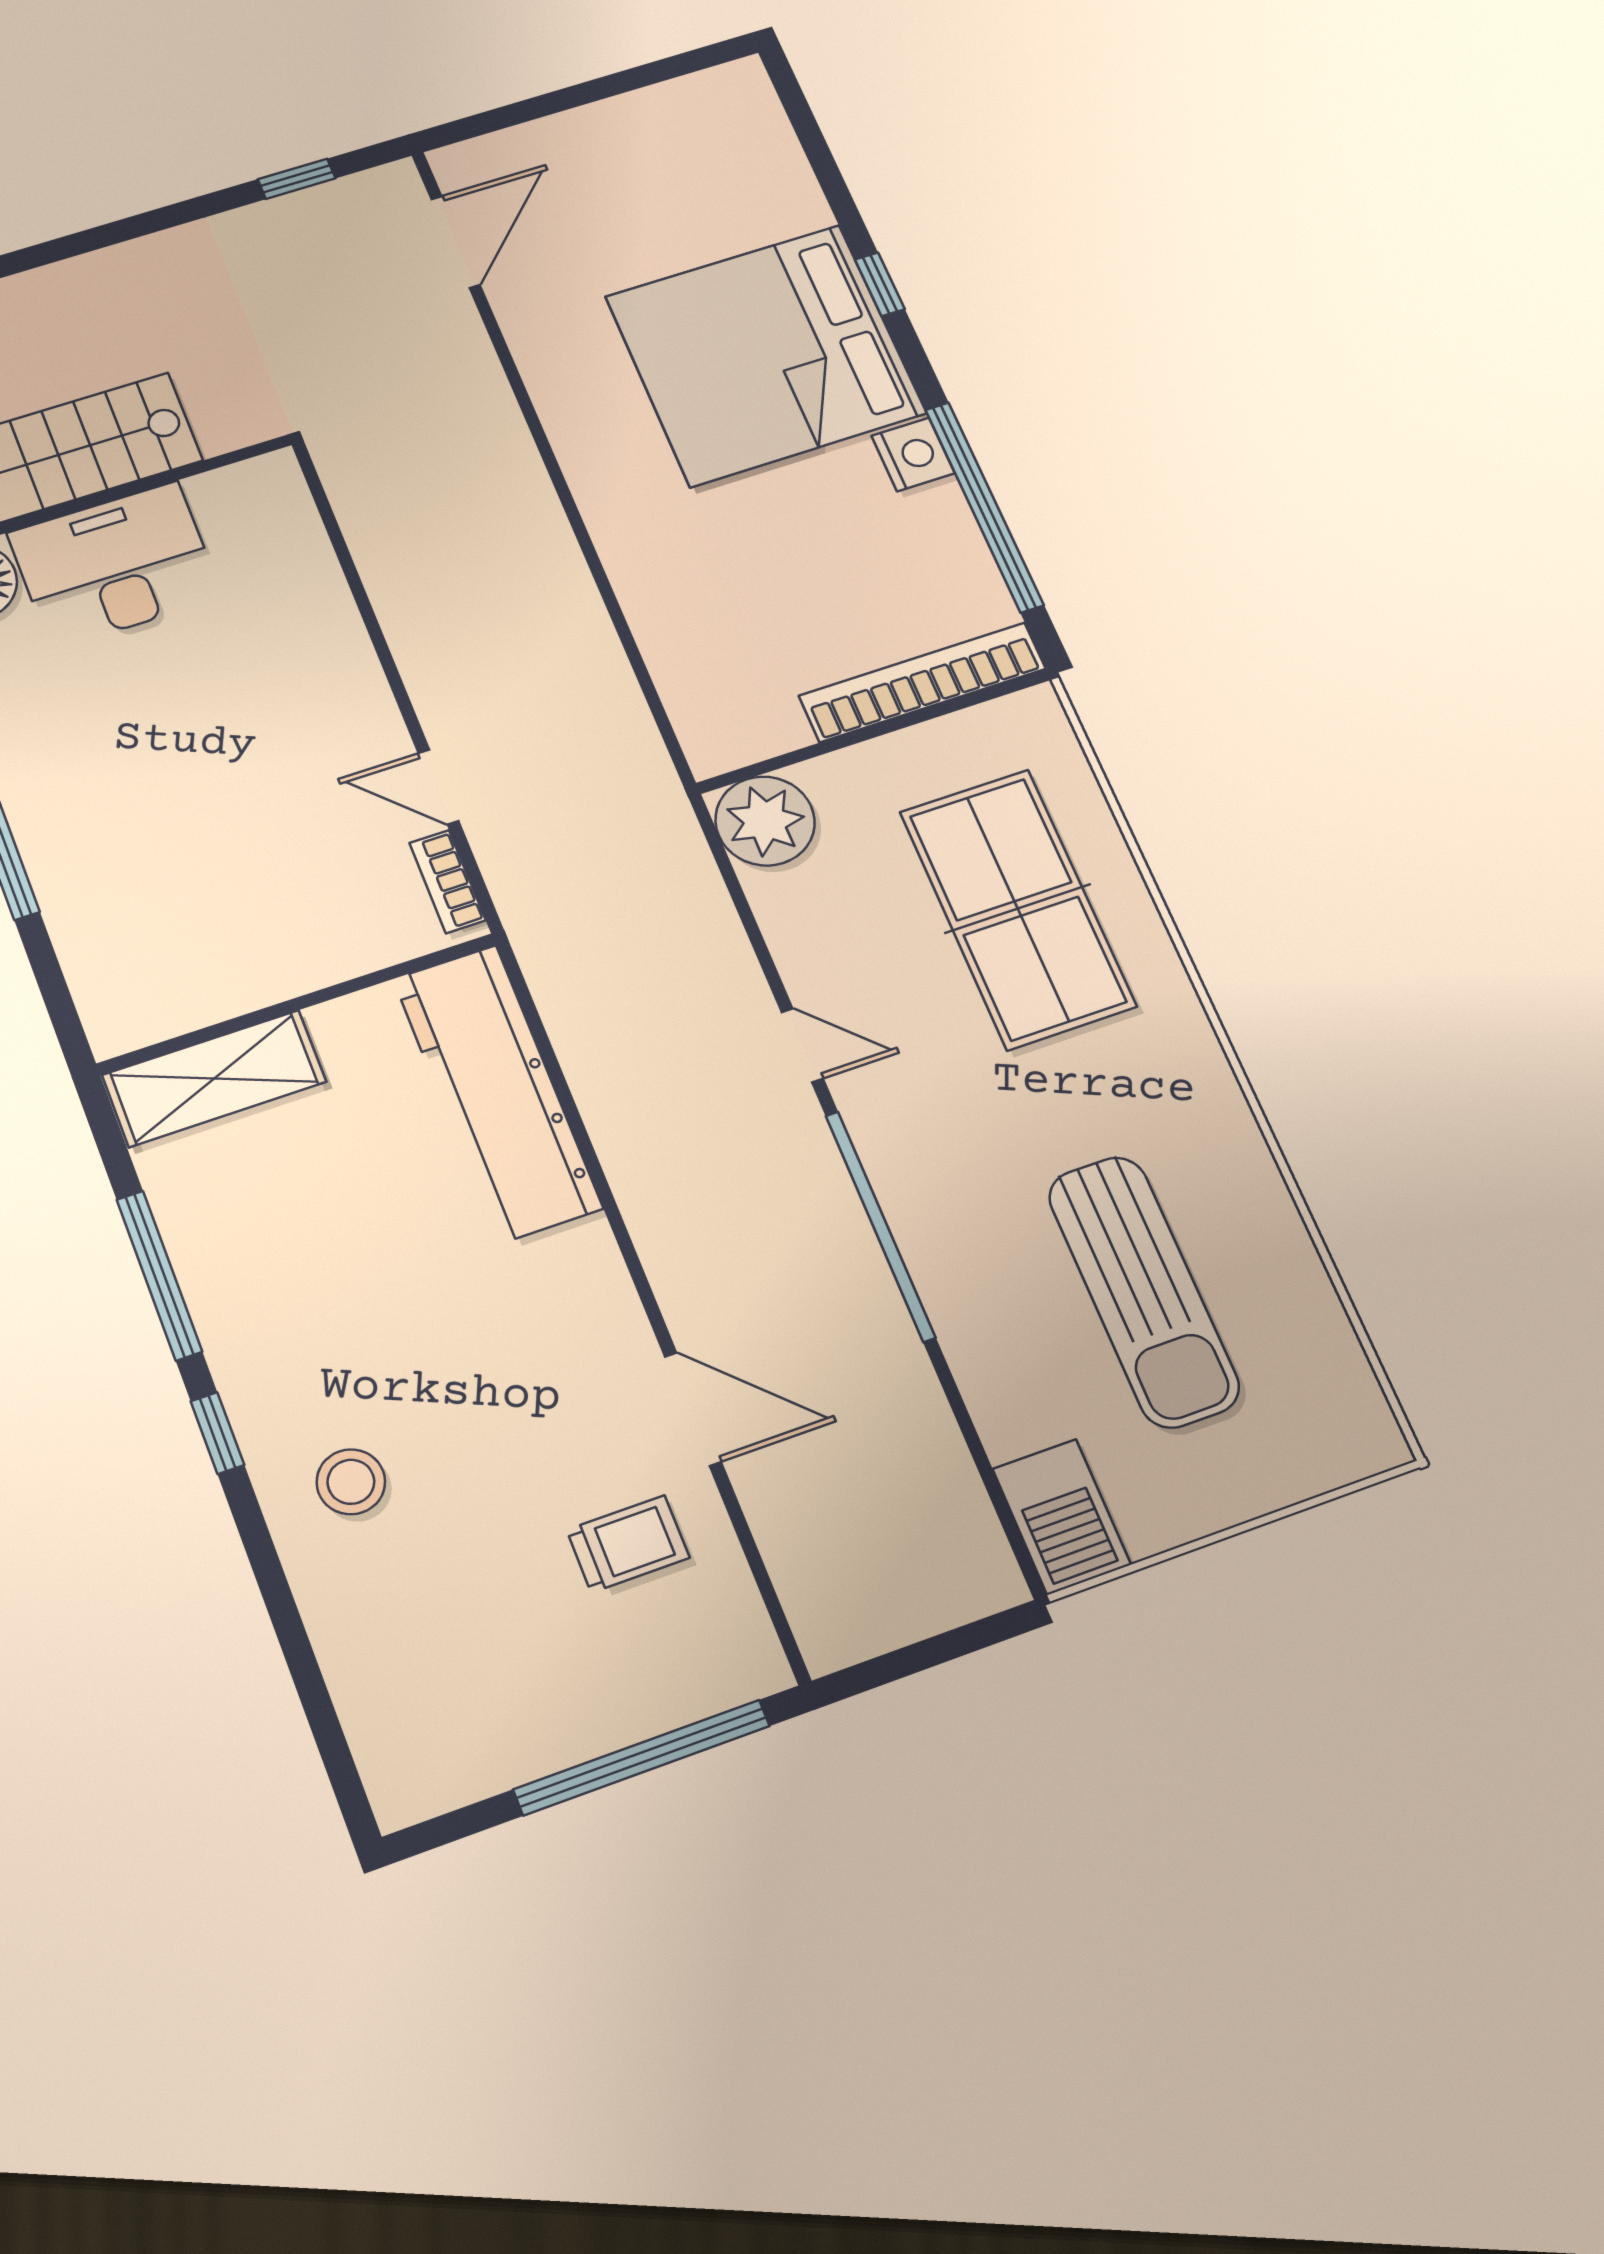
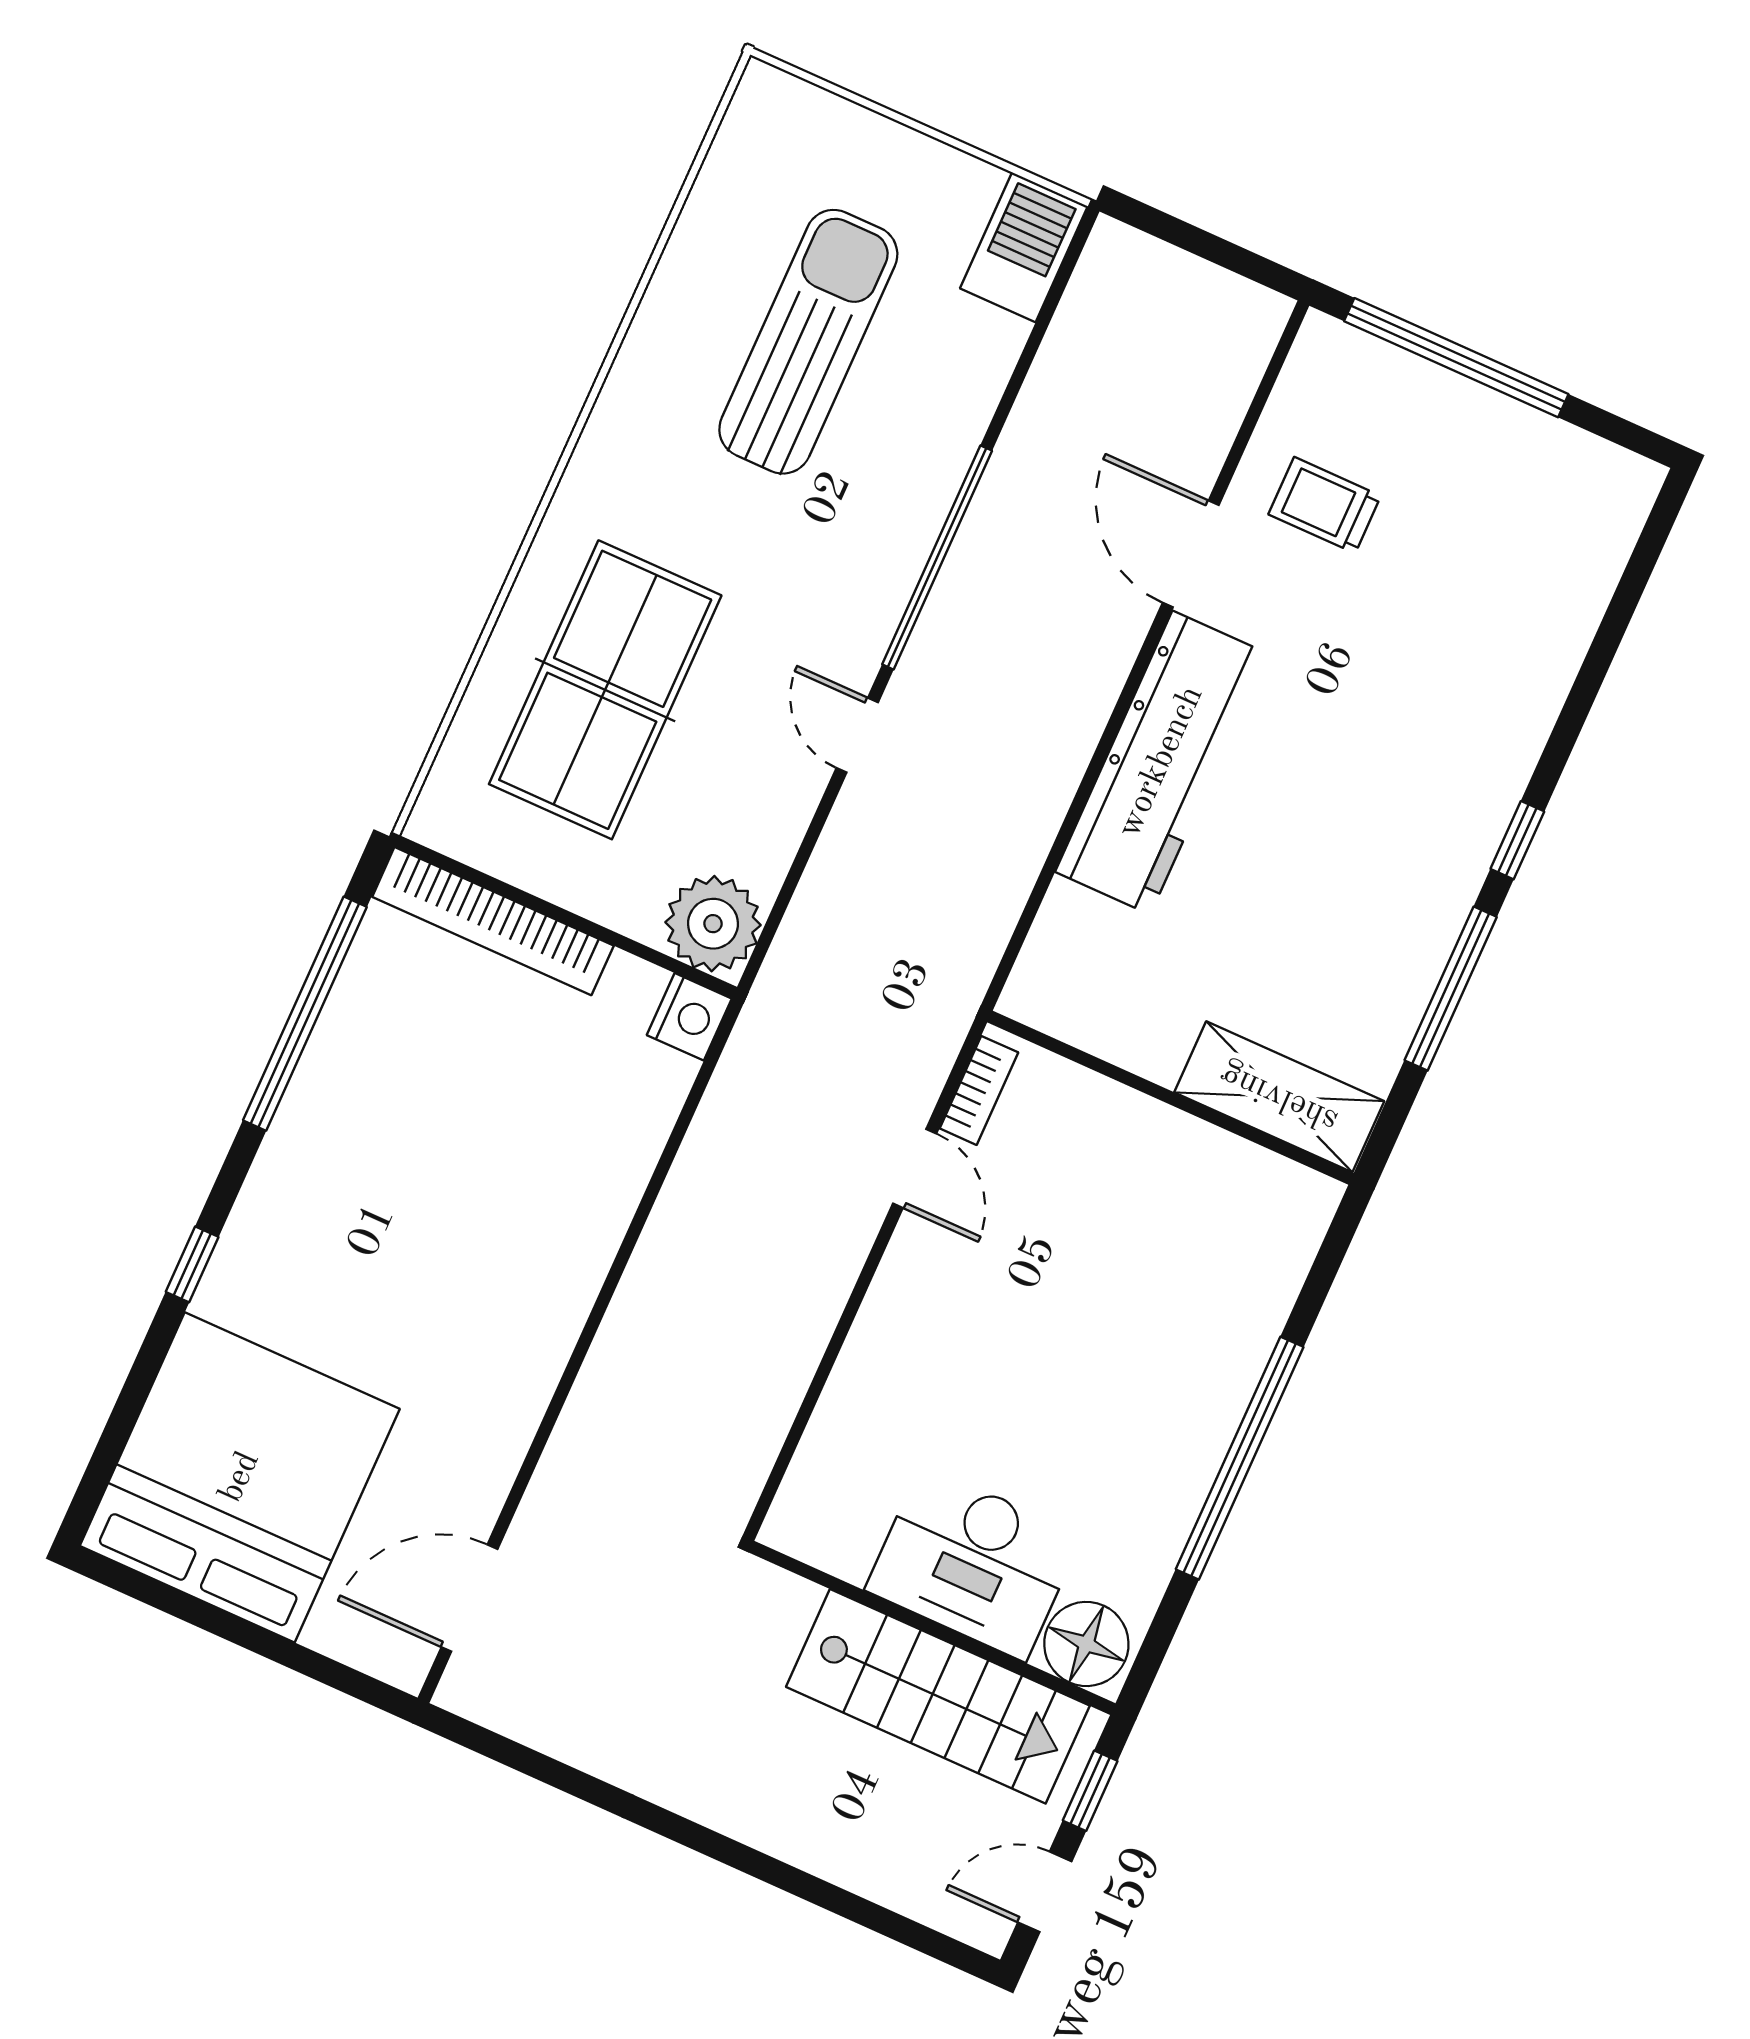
window: (297, 179) -> (534, 1764), removed
bed: (765, 355) -> (240, 1477), moved, turned -90
nightstand: (913, 454) -> (689, 1017), moved, turned 180
workbench: (497, 1093) -> (1161, 762), moved
stool: (351, 1482) -> (1463, 722), removed

